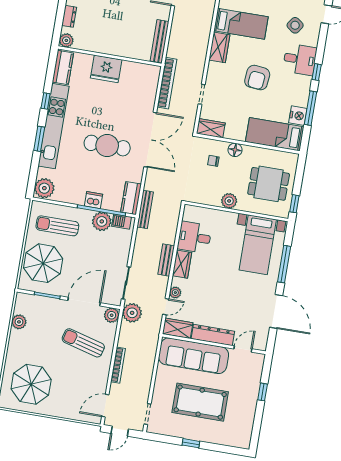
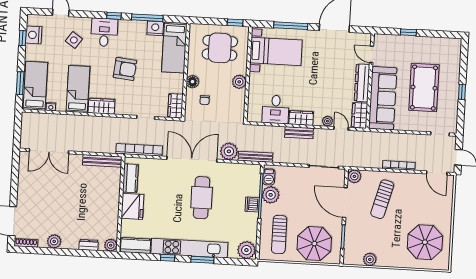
dining table: (269, 184) -> (220, 48), turned 90
kitchen counter: (131, 198) -> (130, 178), moved, turned -90
plant: (132, 313) -> (229, 151), moved

